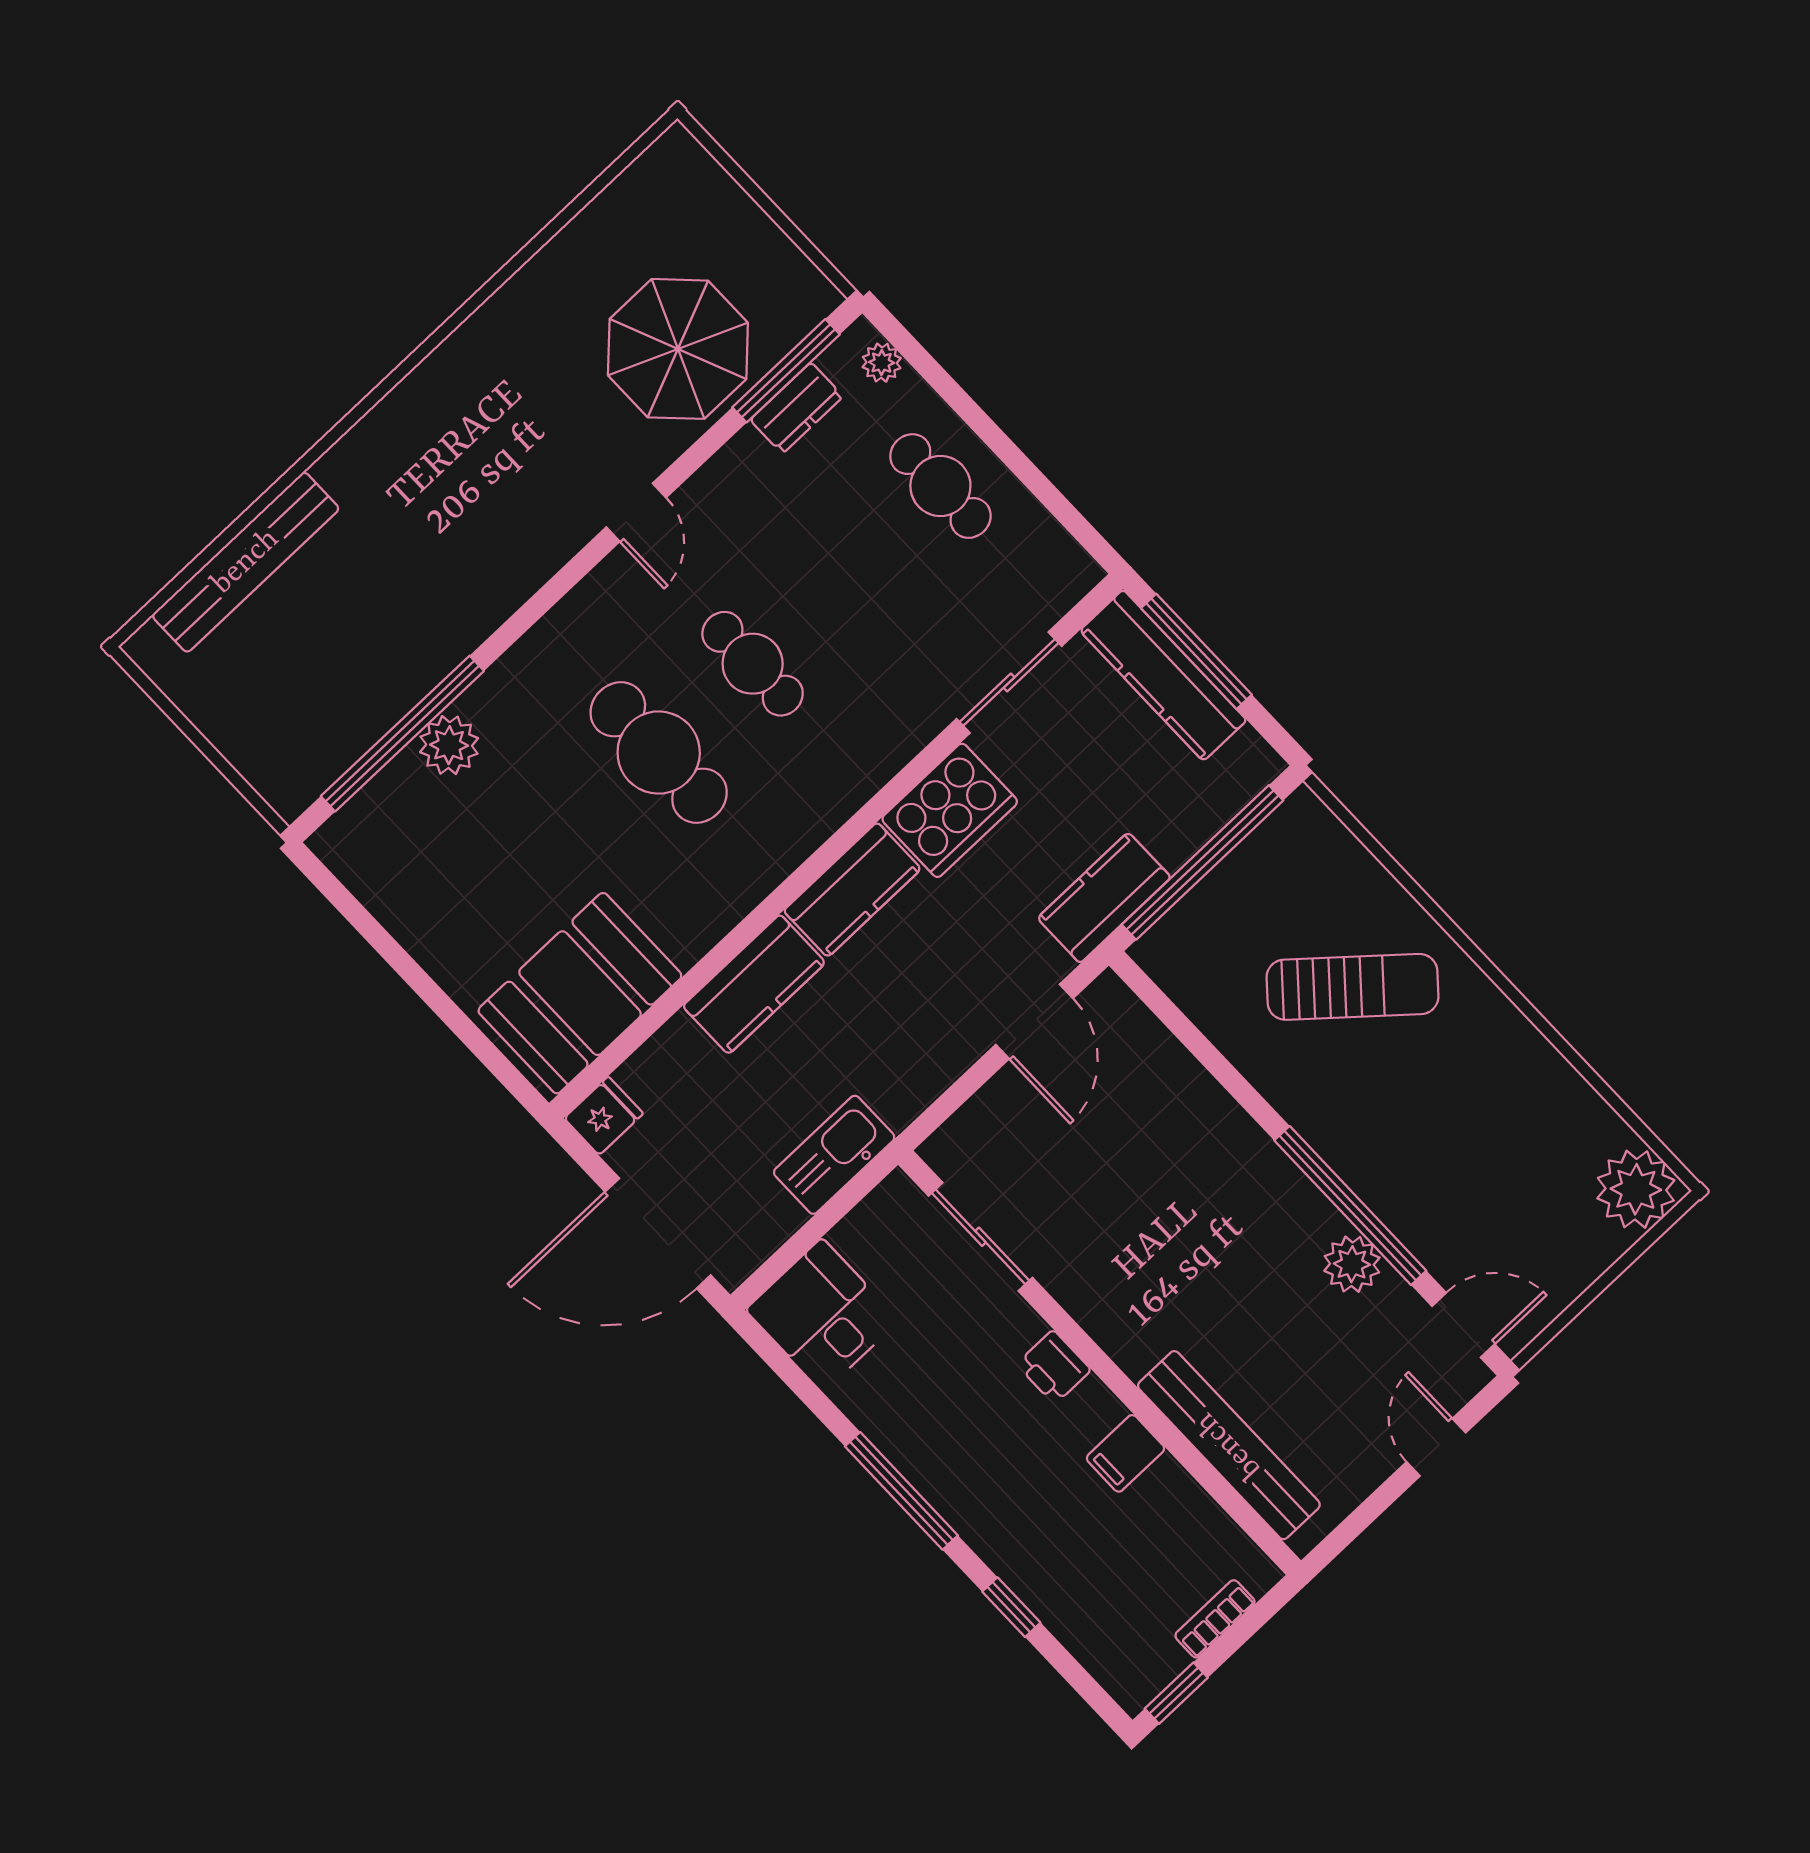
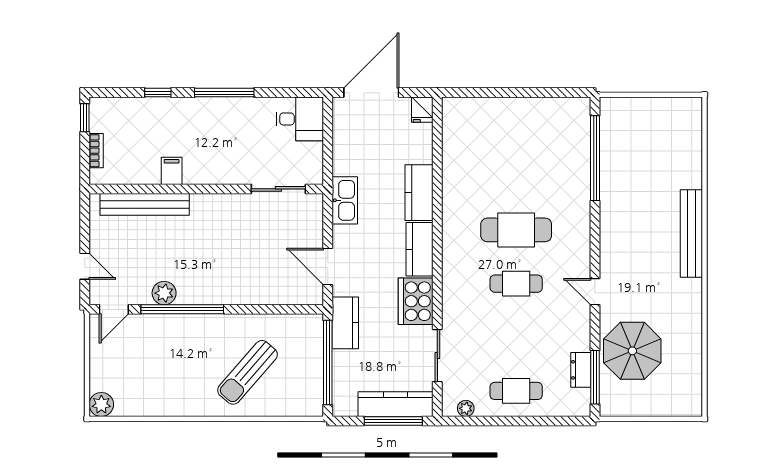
plant: (882, 363) -> (466, 408), moved
bench: (246, 562) -> (691, 234), moved
plant: (449, 745) -> (578, 169), removed
booth: (580, 993) -> (466, 138), removed
kitchen sink: (834, 1155) -> (345, 200), moved
plant: (1636, 1189) -> (101, 404), width x0.73, depth x0.73
printer: (1054, 1367) -> (218, 174), removed

